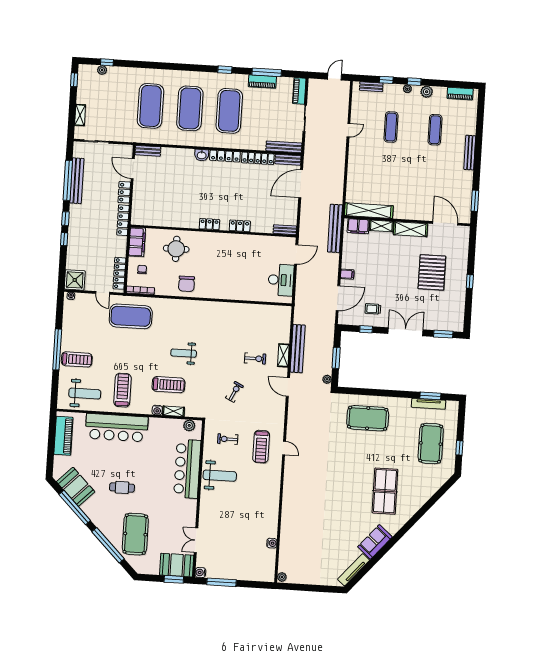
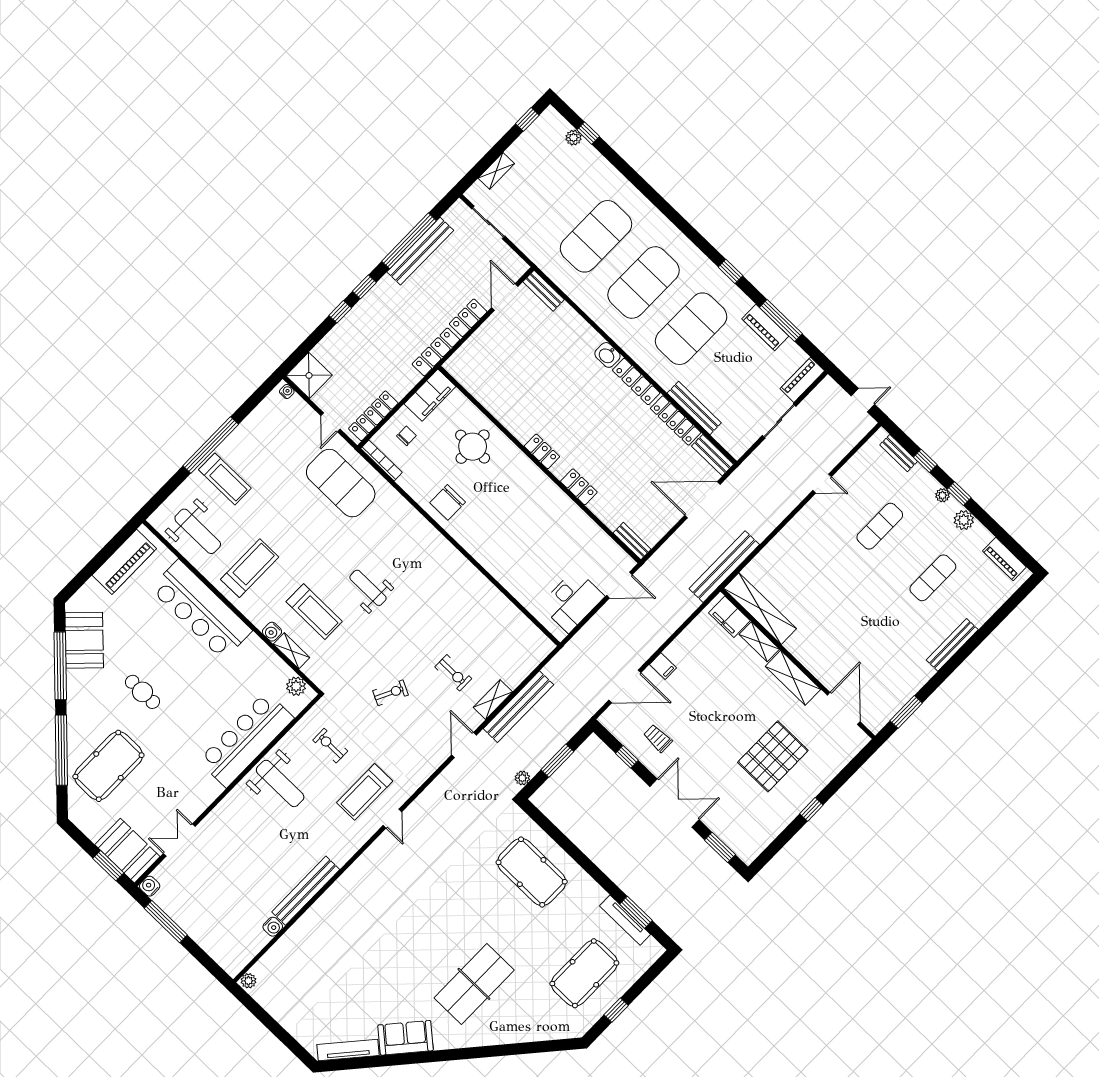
bench: (284, 147) -> (694, 408), moved
bench: (335, 228) -> (724, 567), moved
bench: (273, 514) -> (306, 891), added

